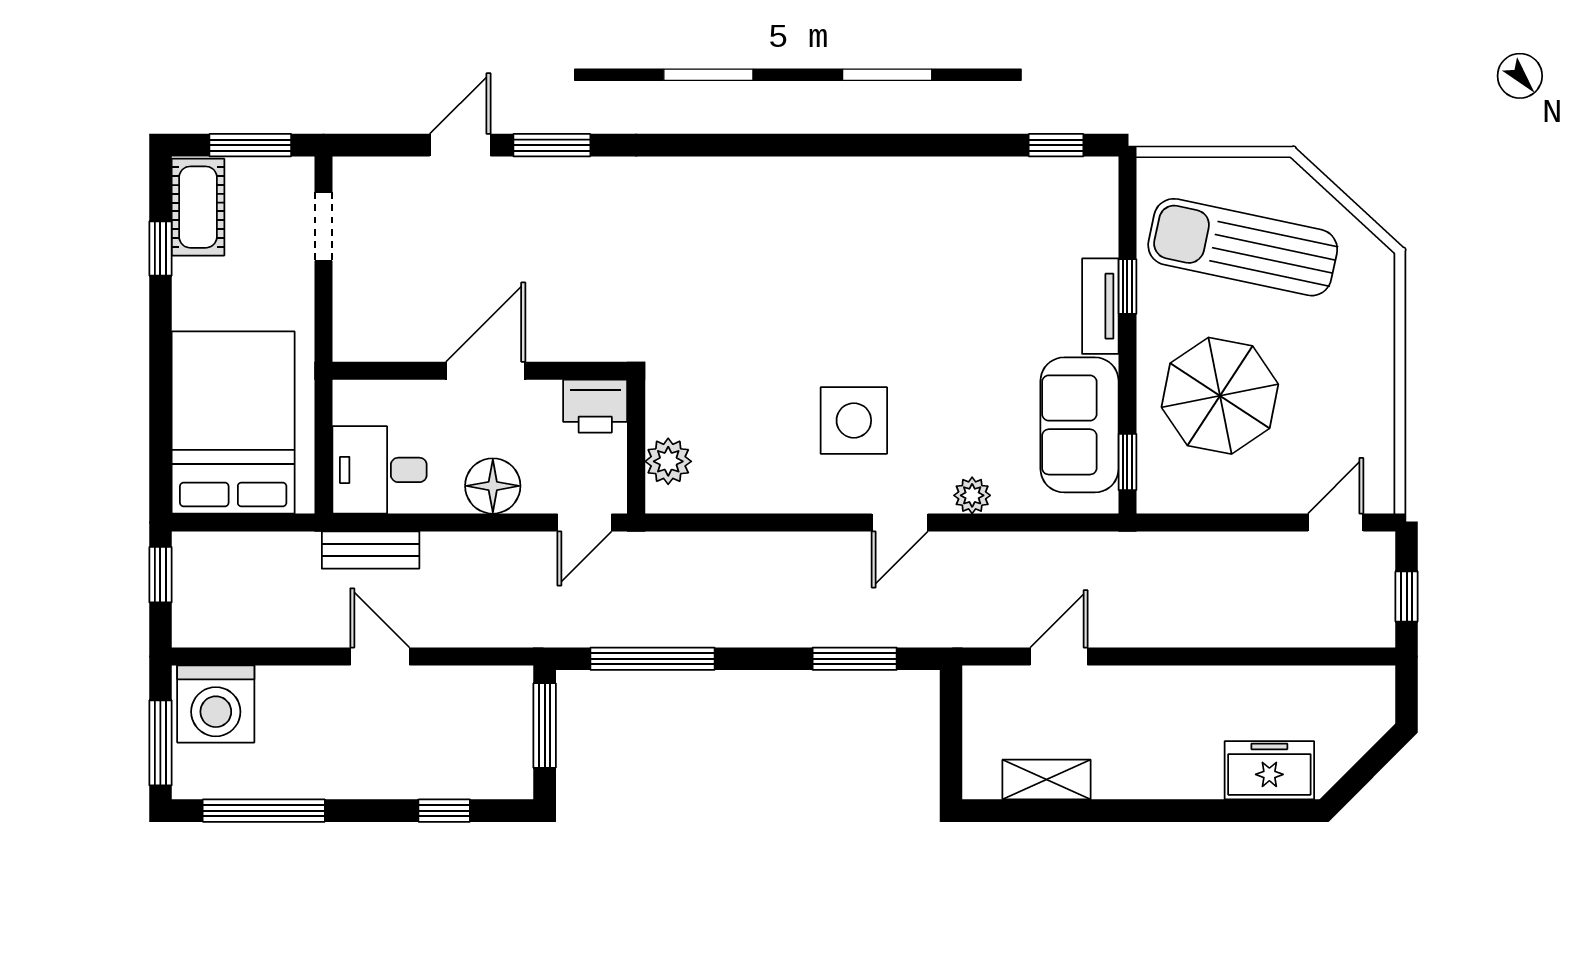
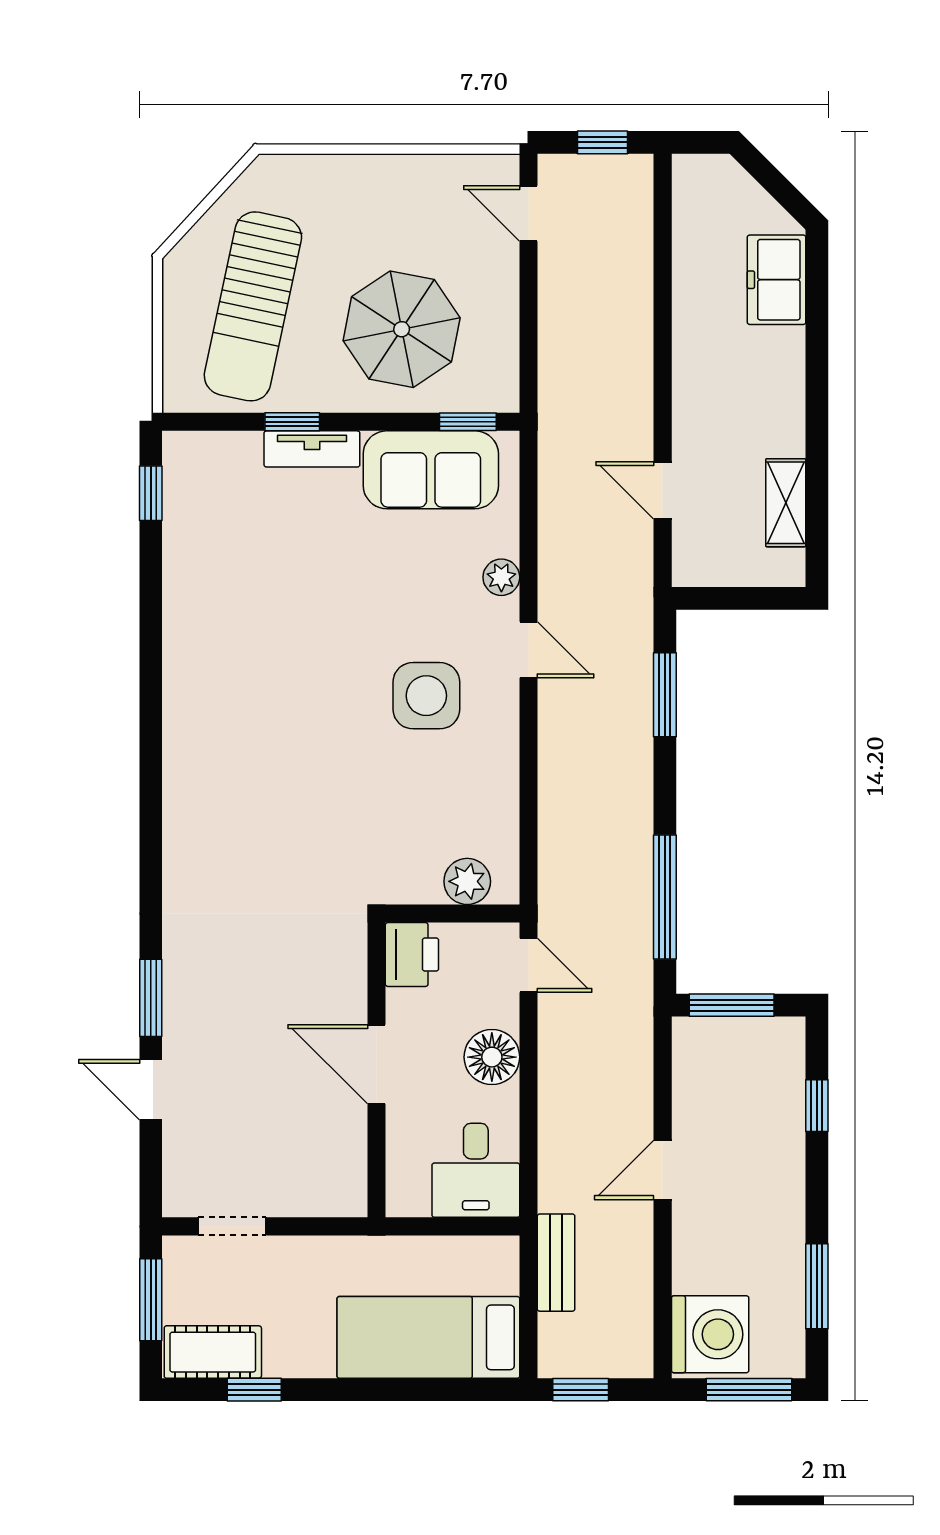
bed: (233, 422) -> (428, 1337), width x0.67
bench: (371, 550) -> (556, 1263), moved
window: (264, 811) -> (817, 1286), width x0.69

